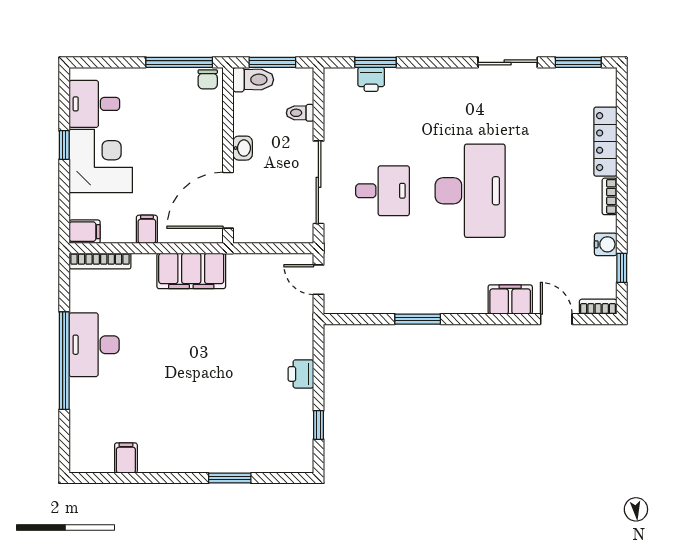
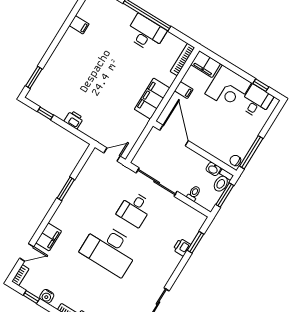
printer: (371, 79) -> (182, 247), moved
window: (64, 145) -> (261, 85), moved
washbasin: (243, 148) -> (213, 169), moved
filing cabinet: (85, 232) -> (206, 64), width x2.00
filing cabinet: (126, 458) -> (79, 25), moved
window: (230, 478) -> (34, 77), moved

